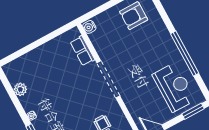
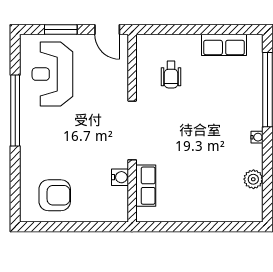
water cooler: (89, 27) -> (120, 177), moved
window: (193, 111) -> (61, 30), moved

